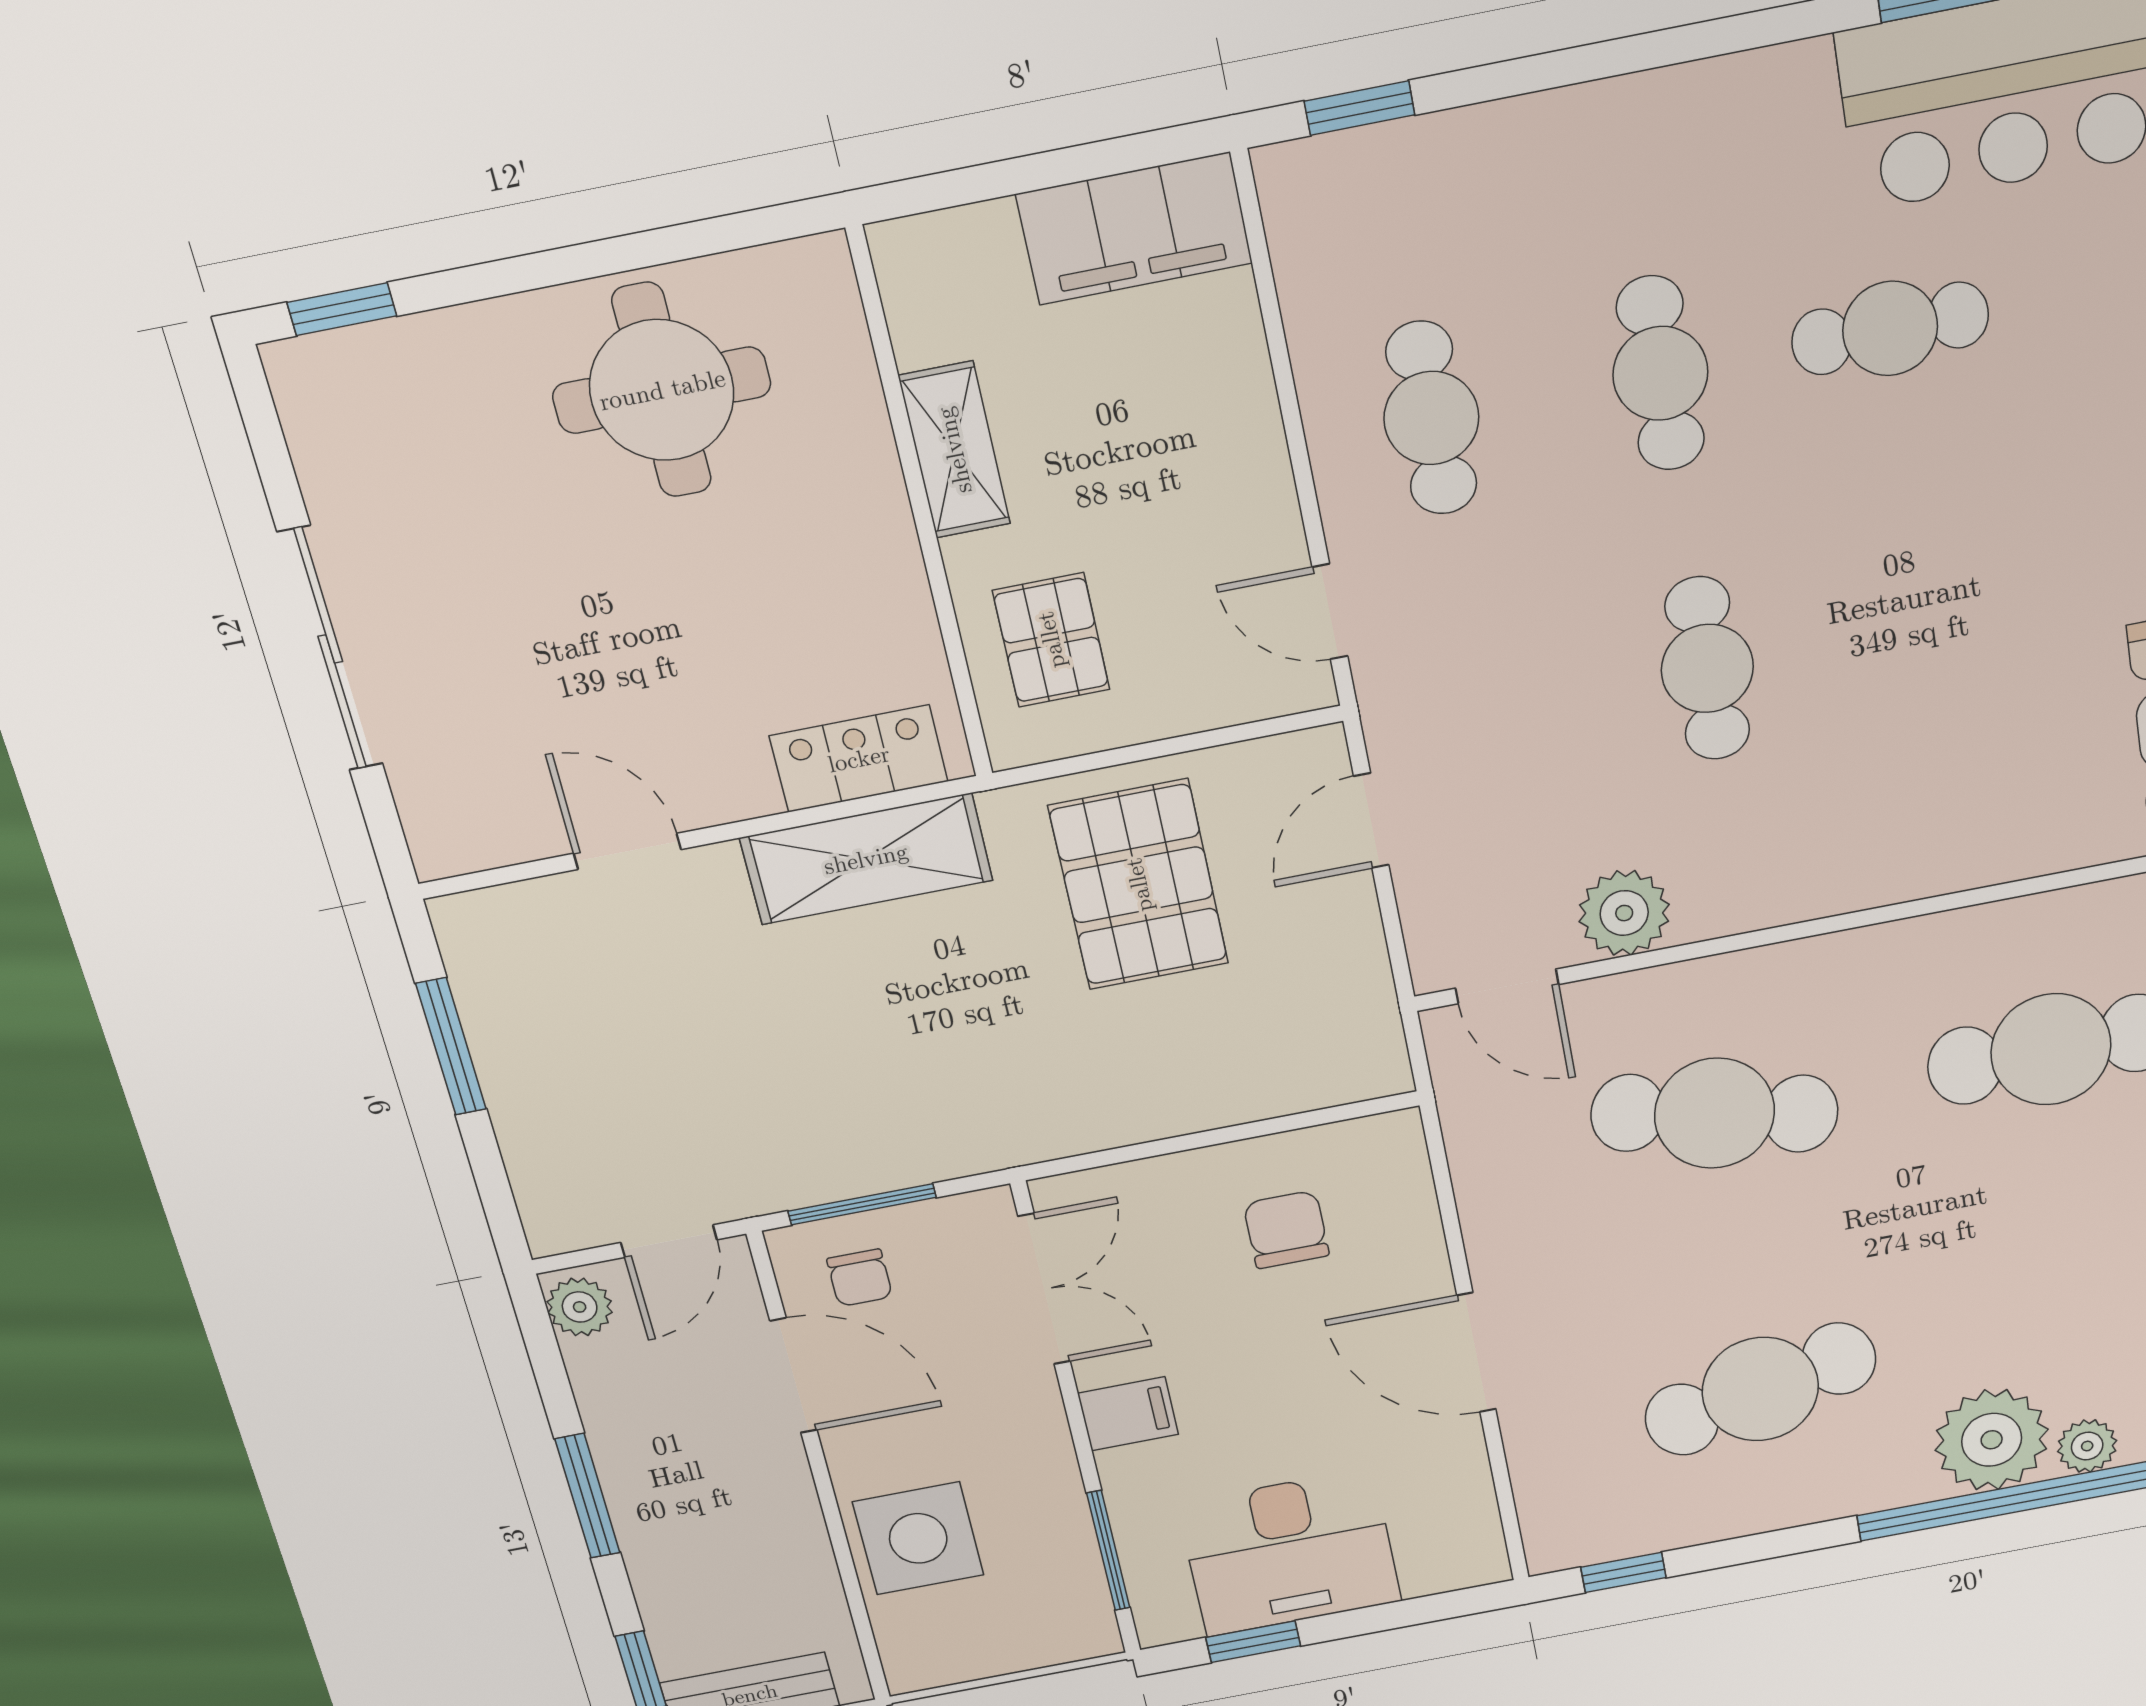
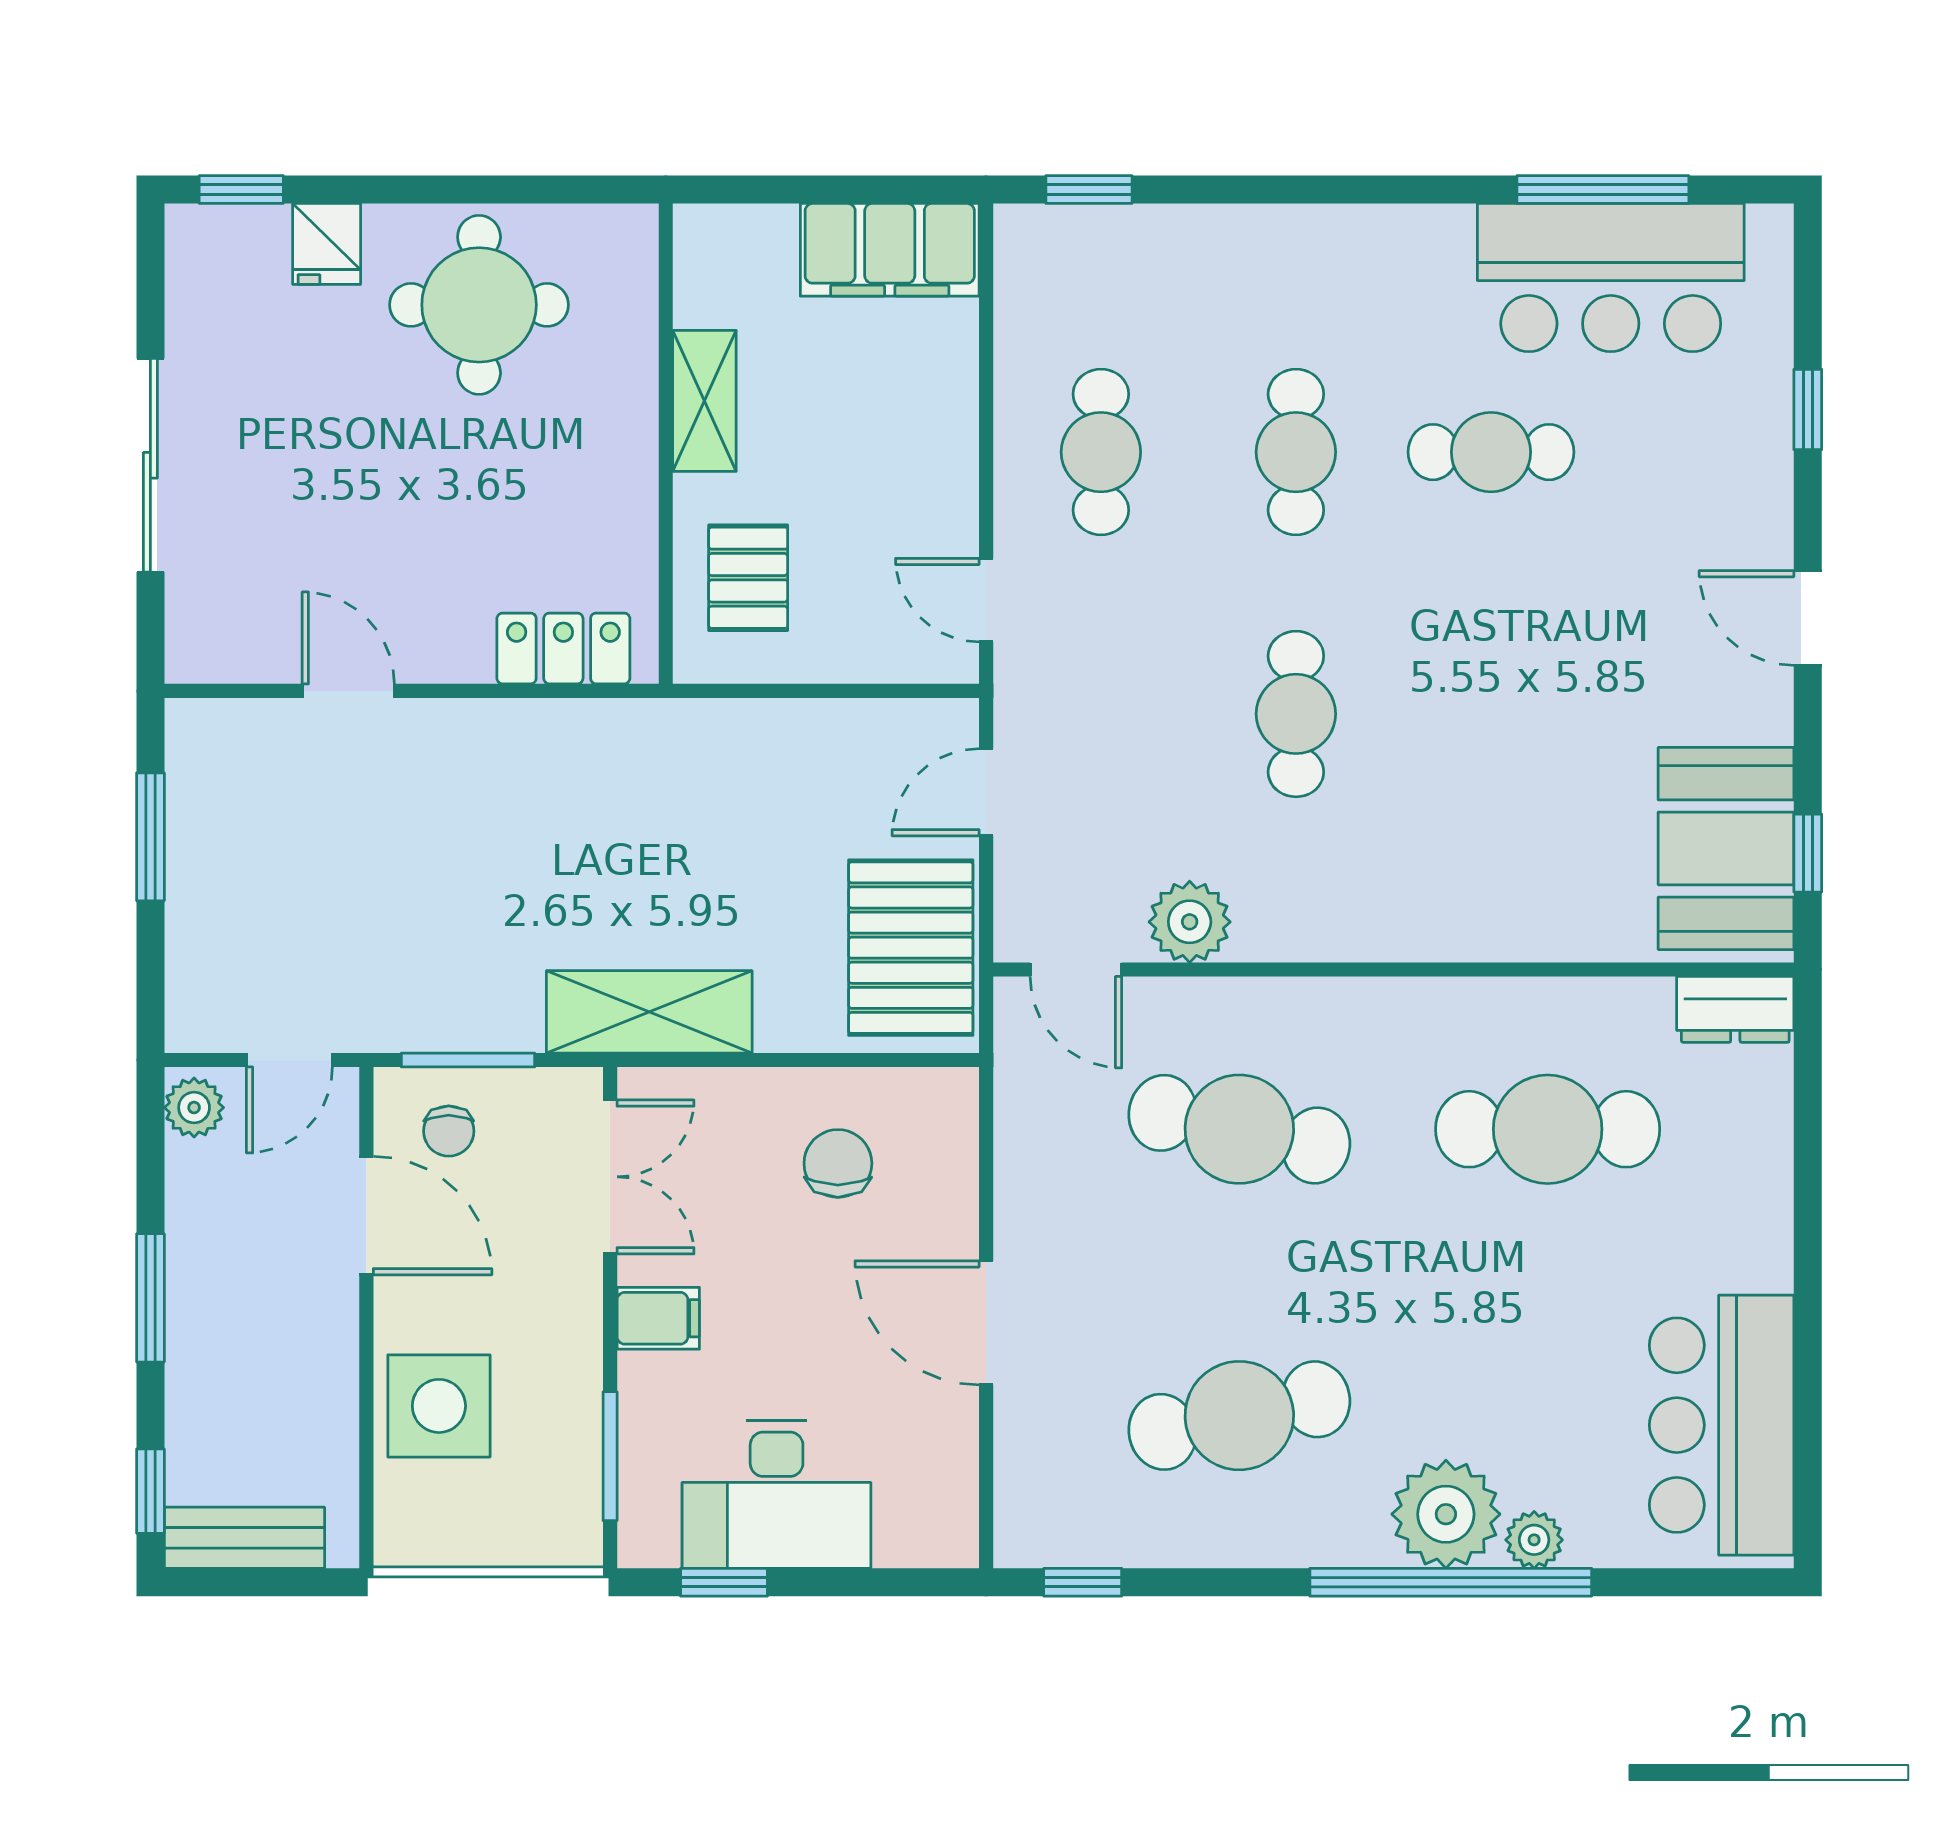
fridge: (462, 354) -> (327, 244), added
shelving: (866, 859) -> (649, 1012), moved
pallet: (1139, 885) -> (911, 948), moved

